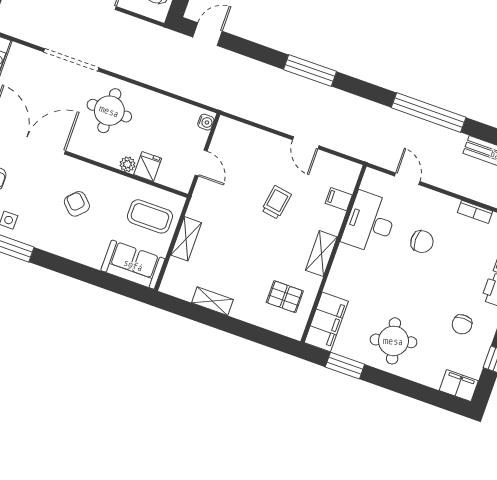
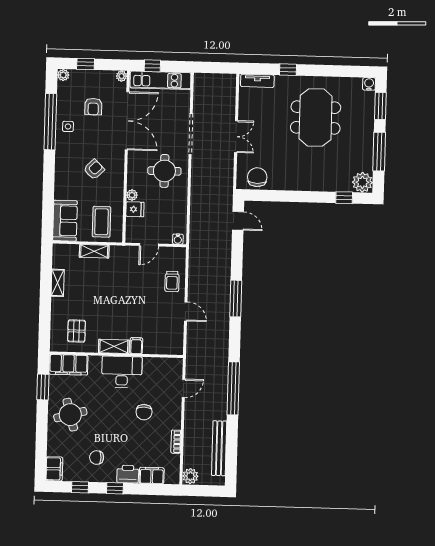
door: (306, 143) -> (186, 311), swing flipped
filing cabinet: (339, 199) -> (136, 346), moved
trolley: (276, 202) -> (172, 281), moved, turned 81
desk: (370, 223) -> (122, 372), moved

